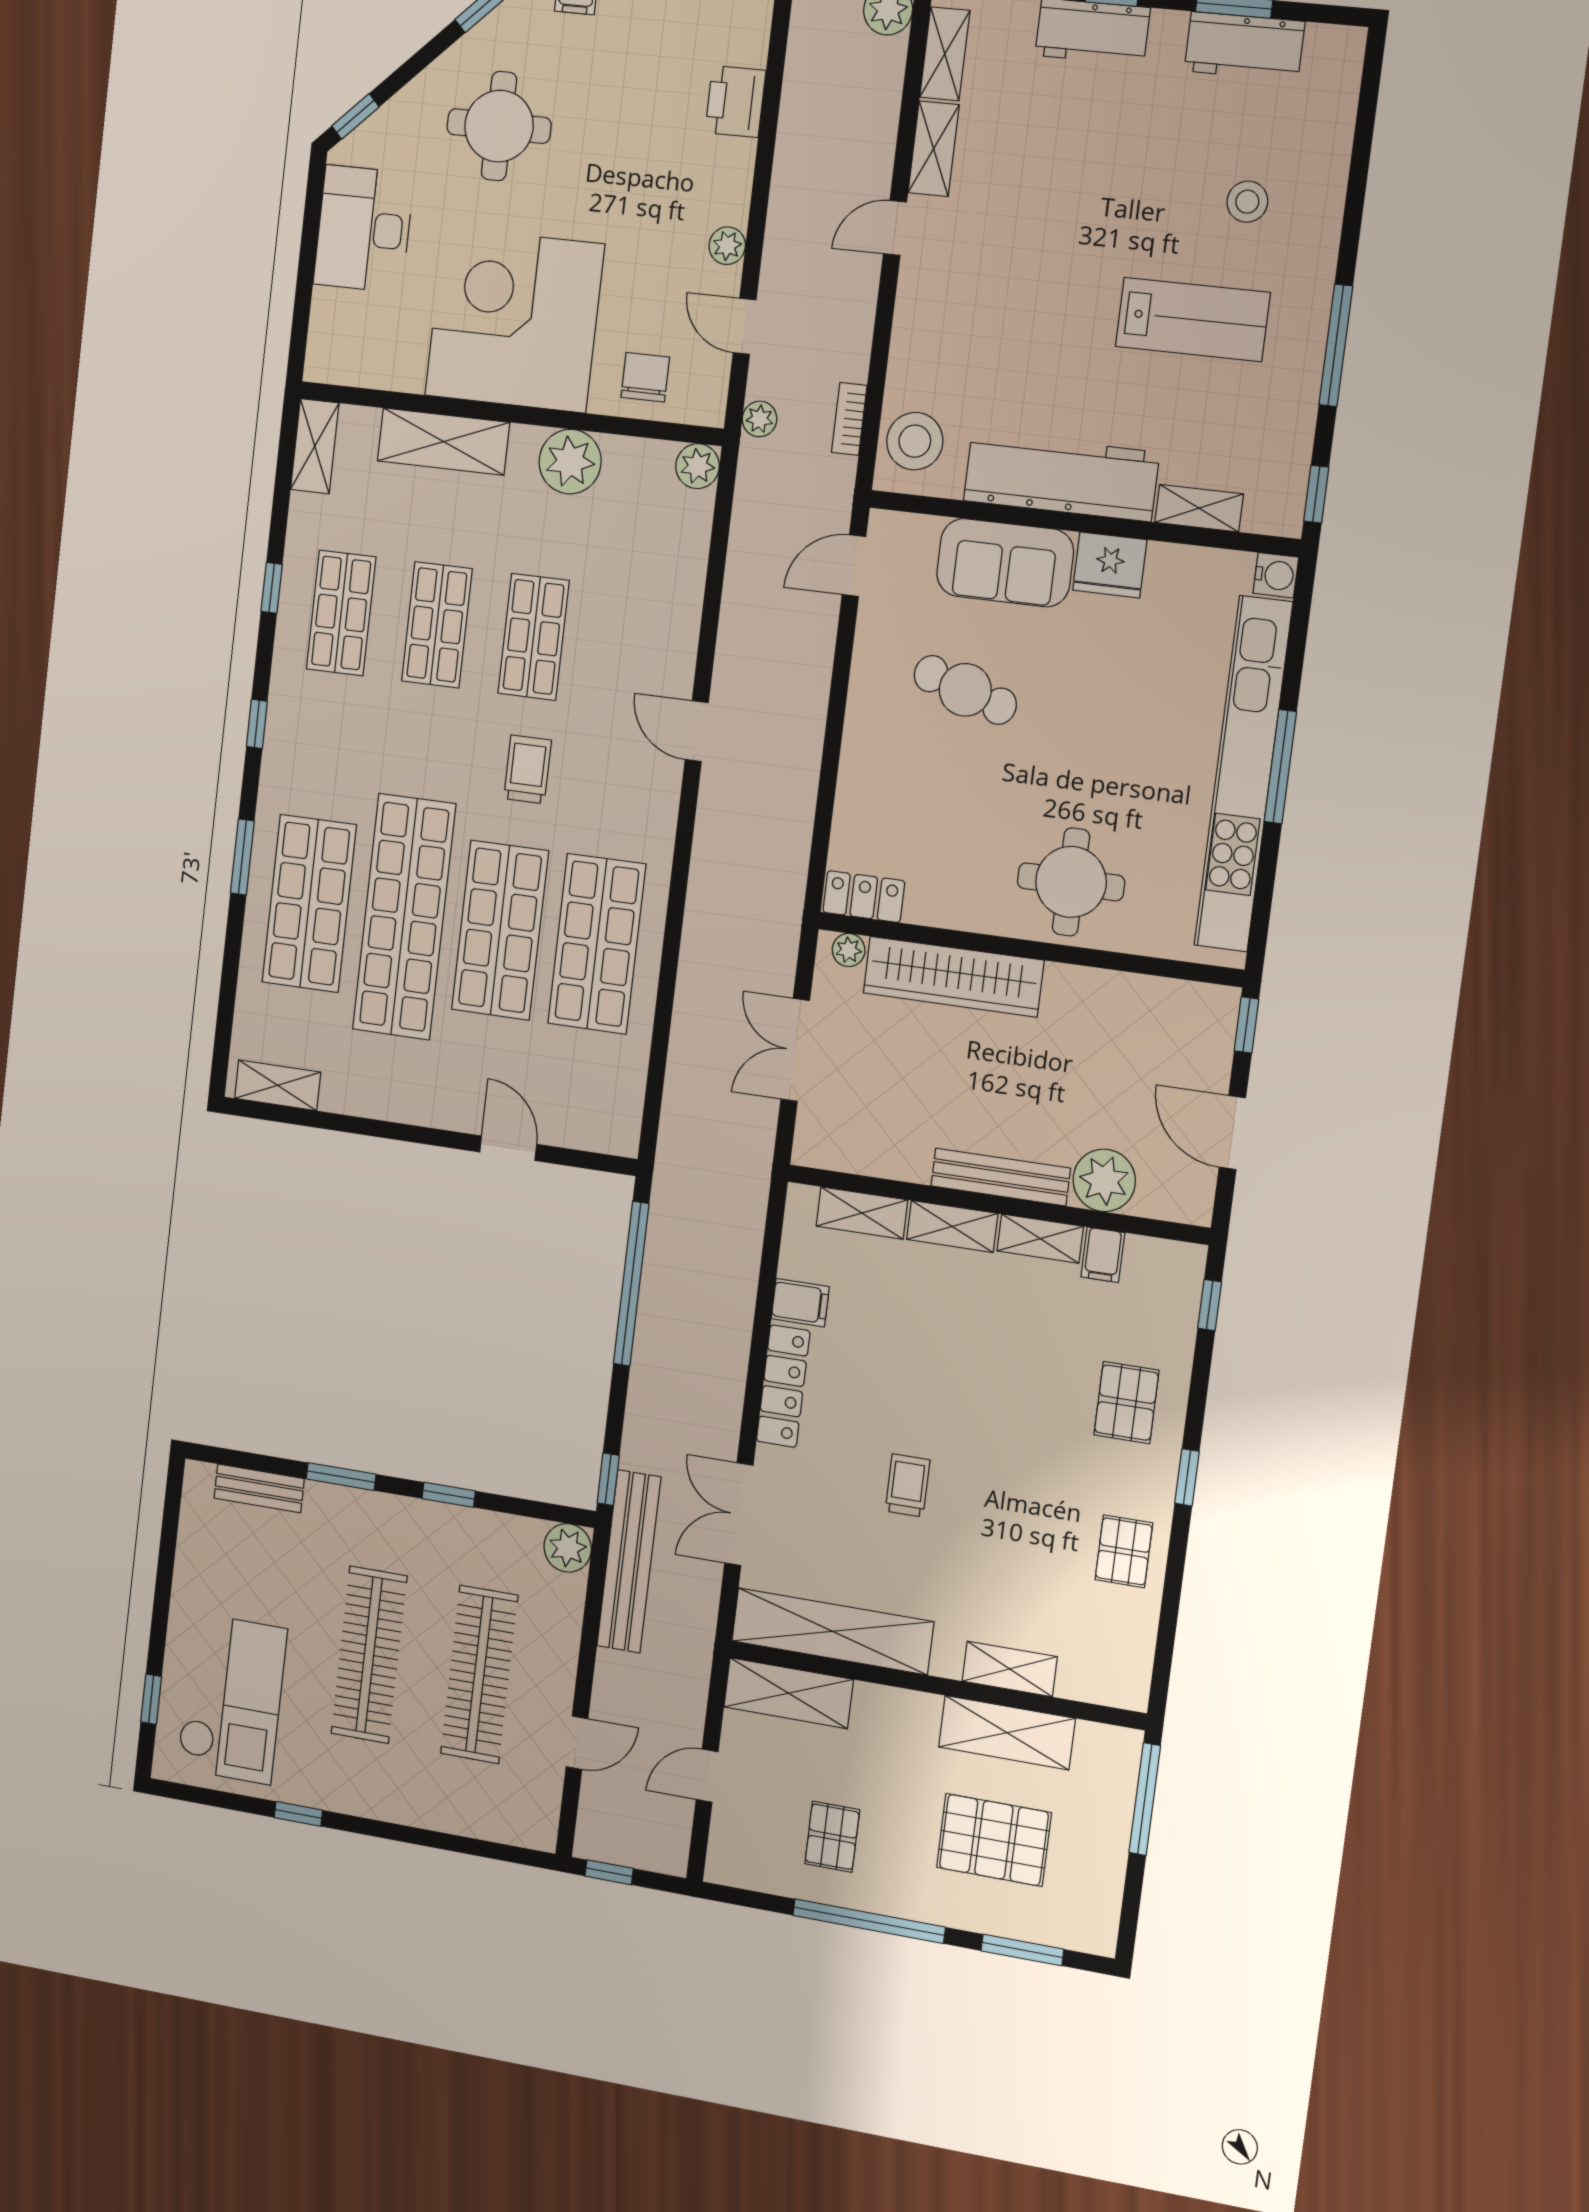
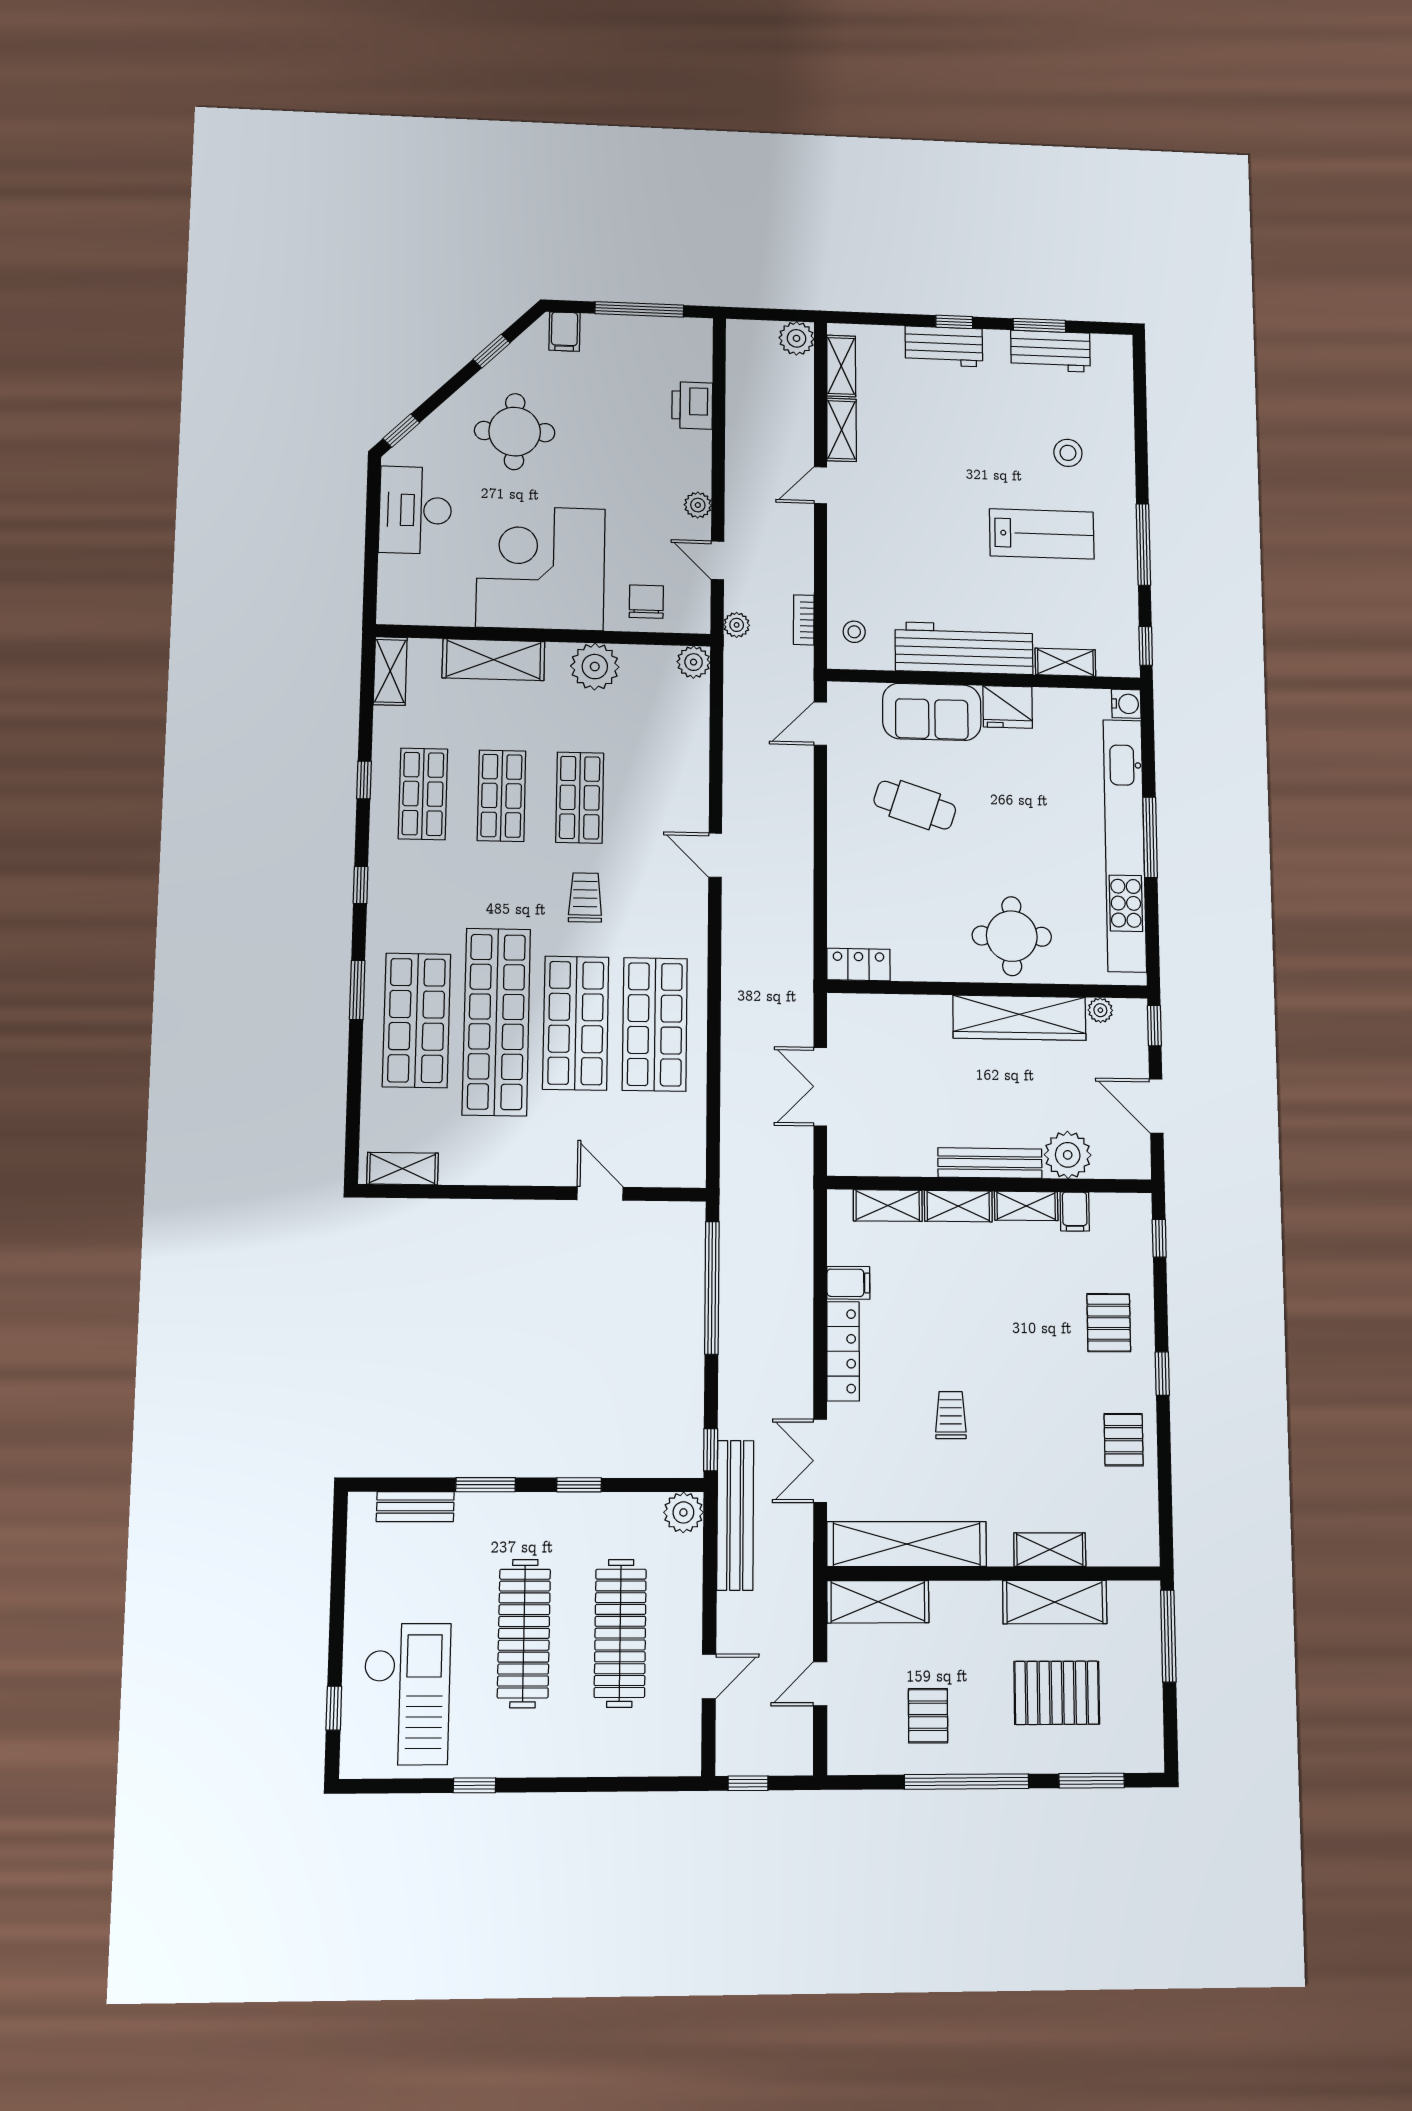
stool: (915, 441) -> (854, 632), width x0.53, depth x0.53
plant: (849, 950) -> (1100, 1010), moved
wardrobe: (953, 977) -> (1019, 1018), moved

